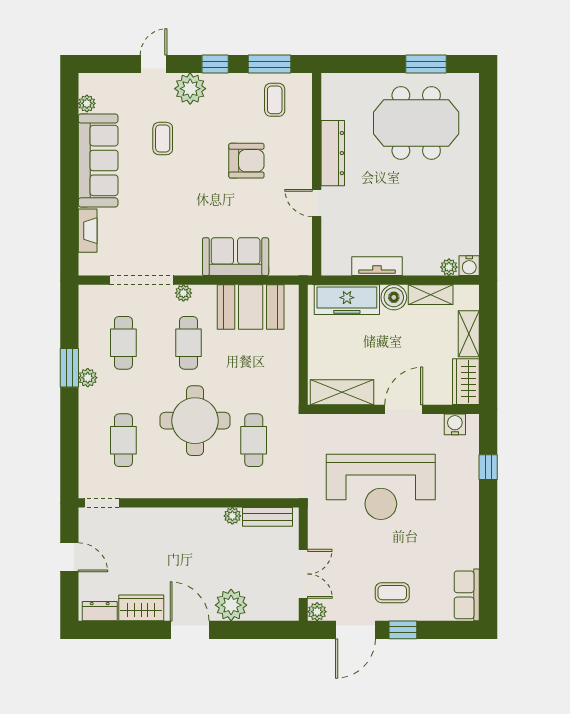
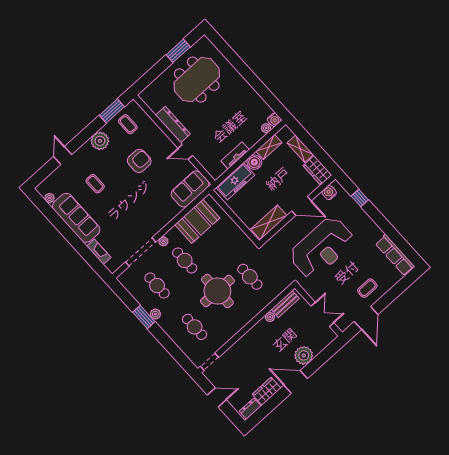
window: (215, 64) -> (89, 132), removed
plant: (190, 89) -> (100, 141), moved
sofa: (236, 257) -> (190, 189), moved
door: (404, 409) -> (302, 206), swing flipped
row of seats: (467, 595) -> (395, 255), width x1.48
plant: (317, 612) -> (343, 325), removed
window: (403, 630) -> (386, 300), removed

